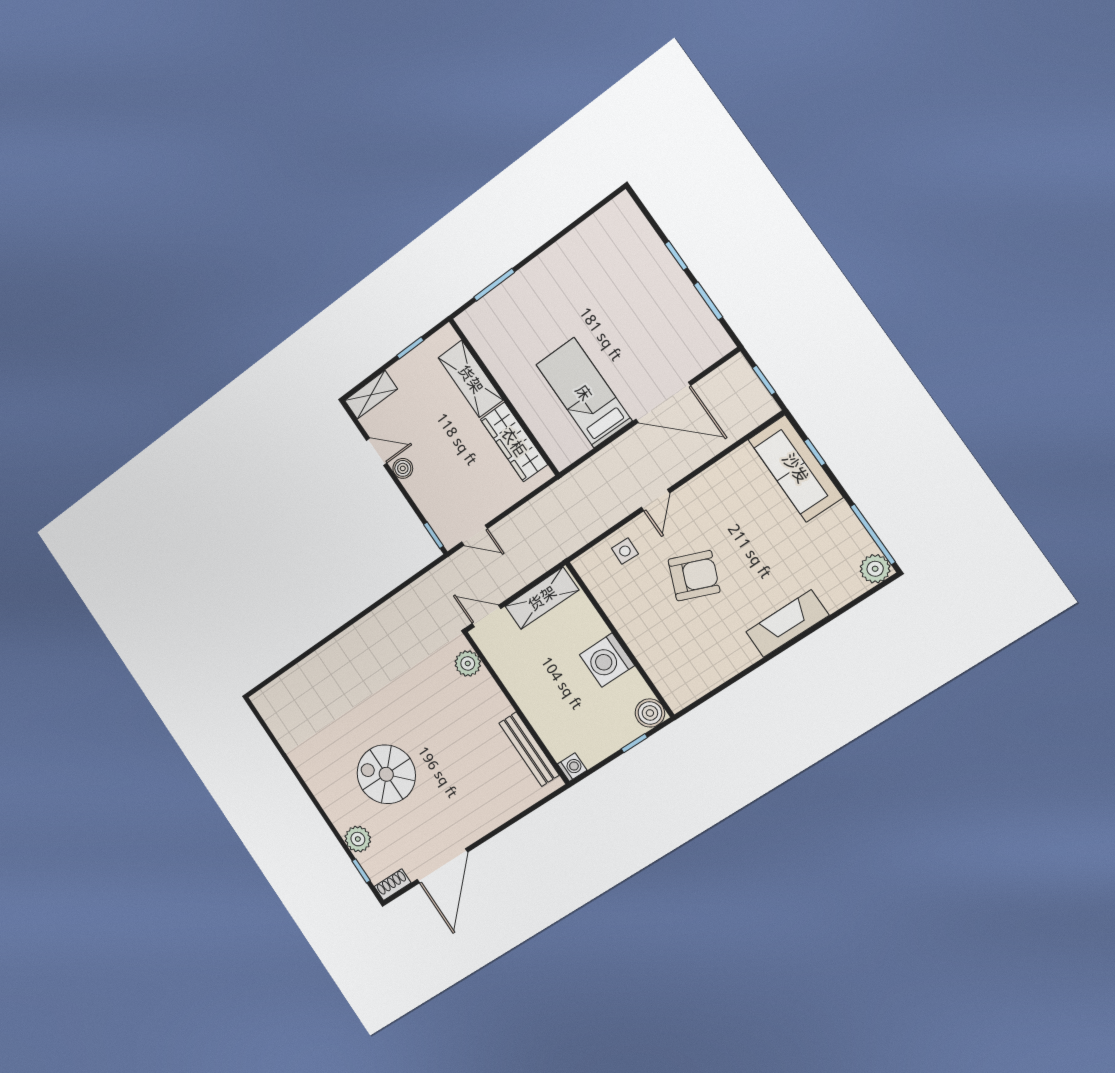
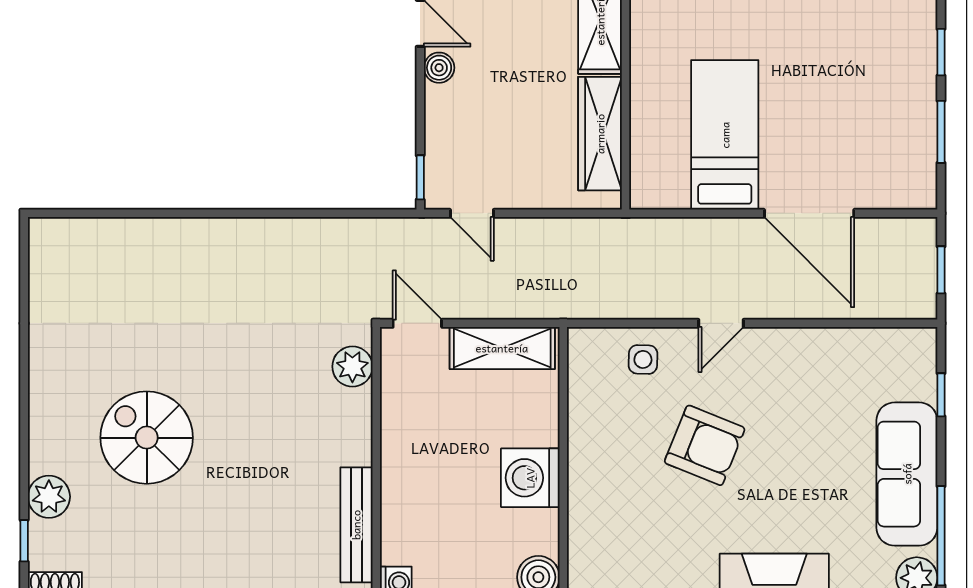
sofa: (796, 468) -> (907, 474), moved

